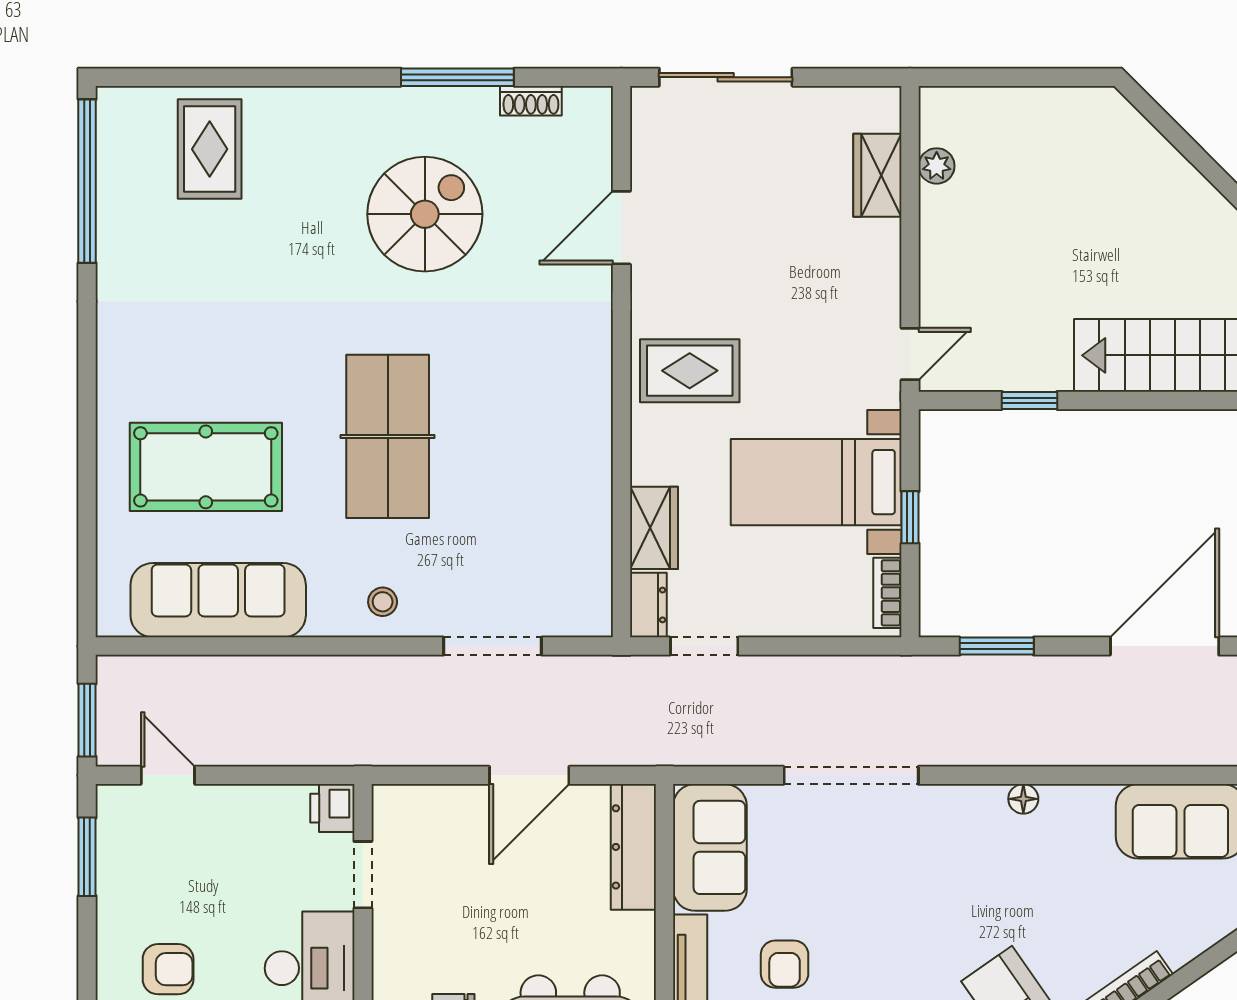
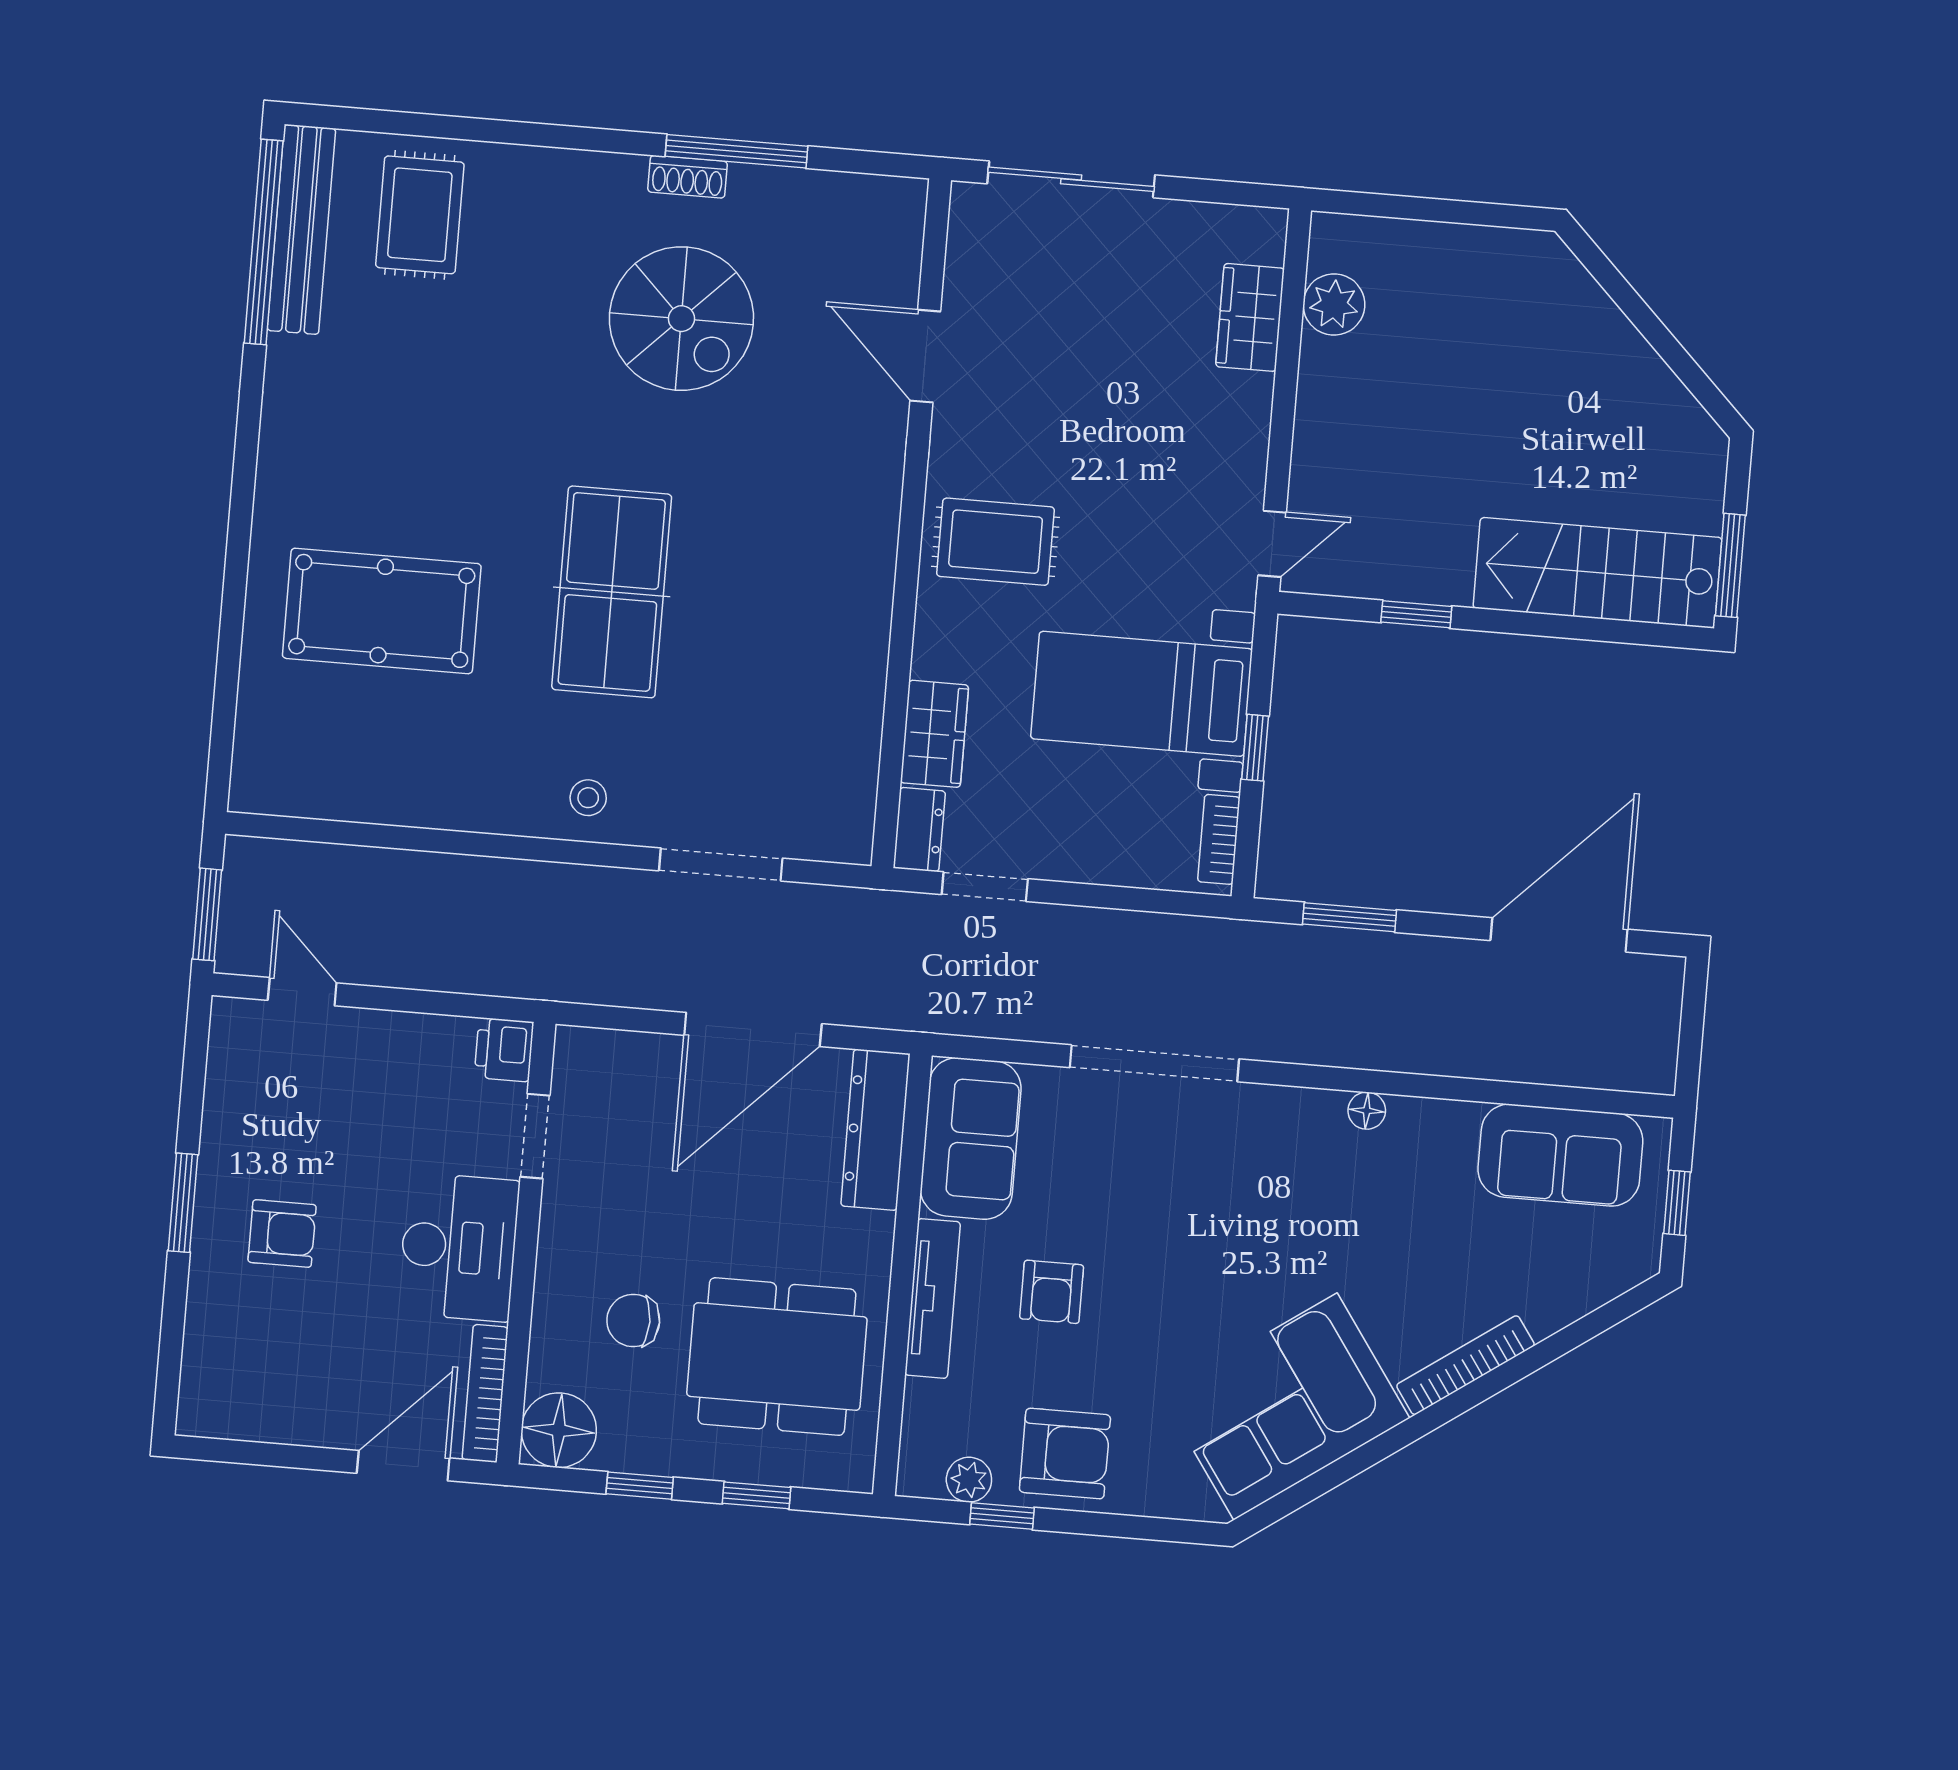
shoe rack: (531, 101) -> (688, 177), moved
plant: (937, 166) -> (1334, 304), width x1.38, depth x1.38
bench: (116, 169) -> (301, 229), added
spiral stairs: (425, 214) -> (681, 319), turned 90
door: (621, 228) -> (925, 356), hinge flipped
sofa: (218, 600) -> (383, 778), removed
door: (529, 775) -> (753, 1030), width x1.36
window: (87, 857) -> (183, 1203), moved

